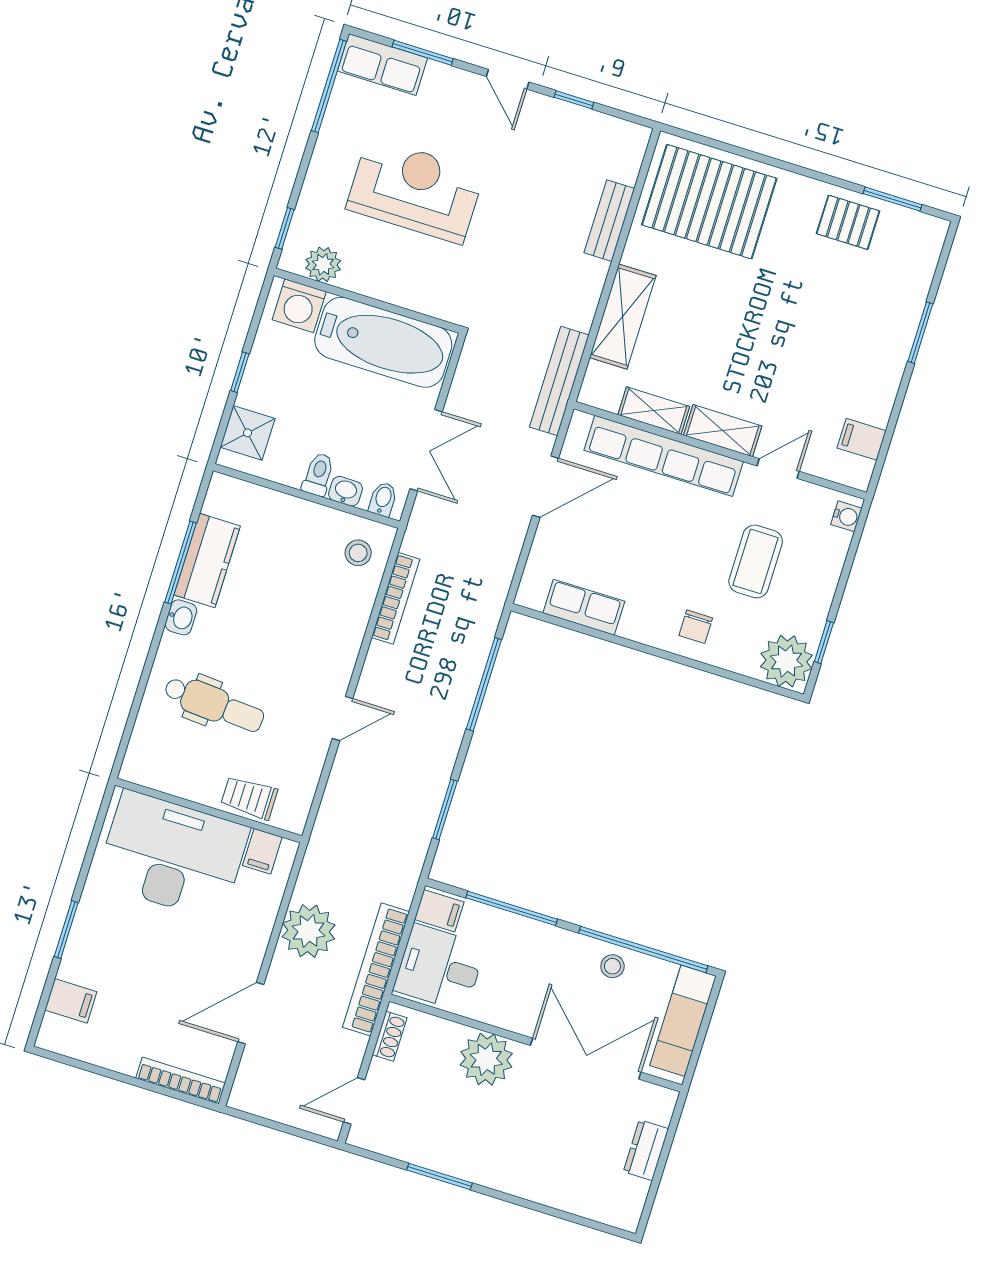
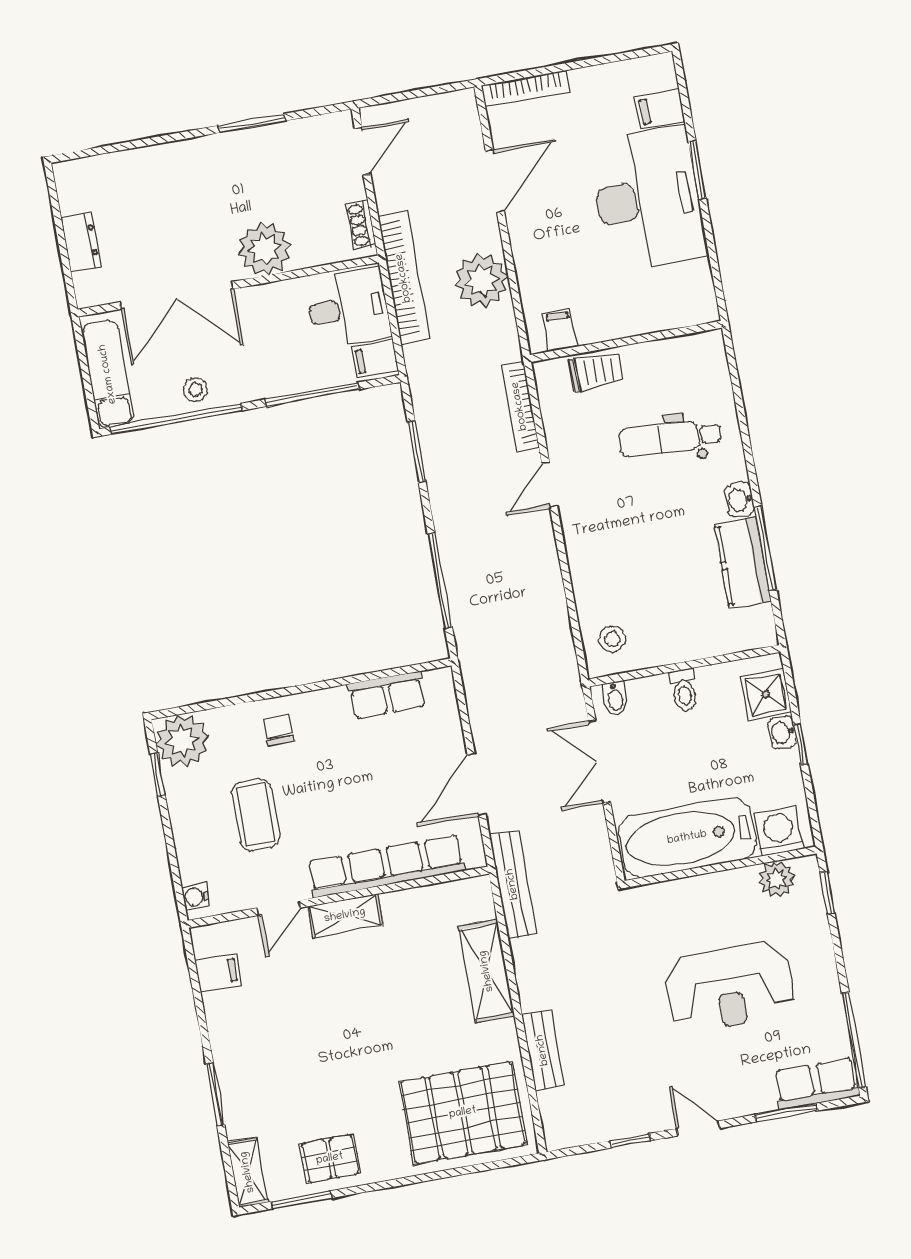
shelving: (654, 411) -> (248, 1172), moved, turned 90
washbasin: (346, 491) -> (782, 733), moved, turned 90
bookcase: (396, 598) -> (520, 406), moved
desk: (173, 855) -> (648, 199), moved, turned -90

